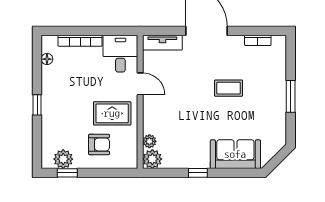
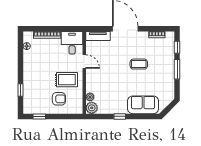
window: (291, 61) -> (177, 47), added
window: (37, 105) -> (21, 90), moved
plant: (63, 159) -> (37, 108), removed

